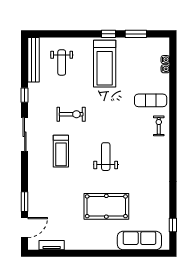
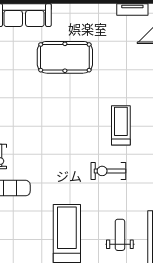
weight bench: (106, 157) -> (66, 119), removed

